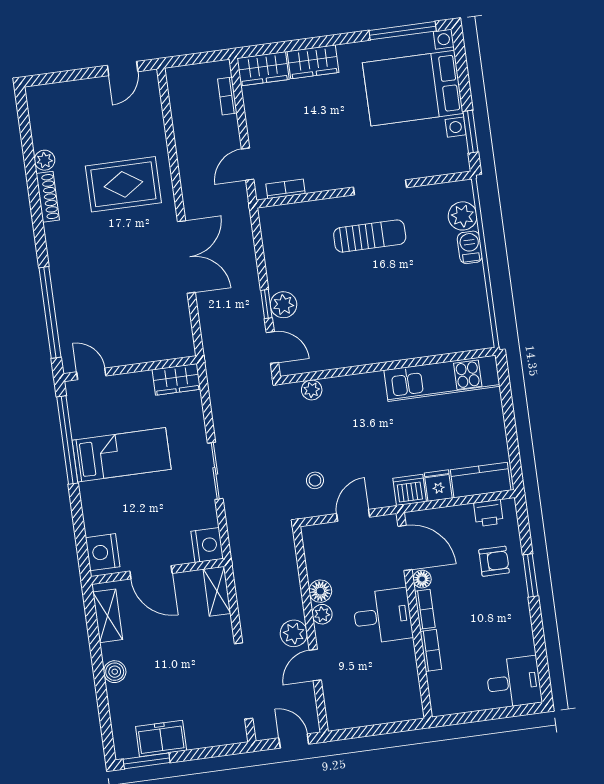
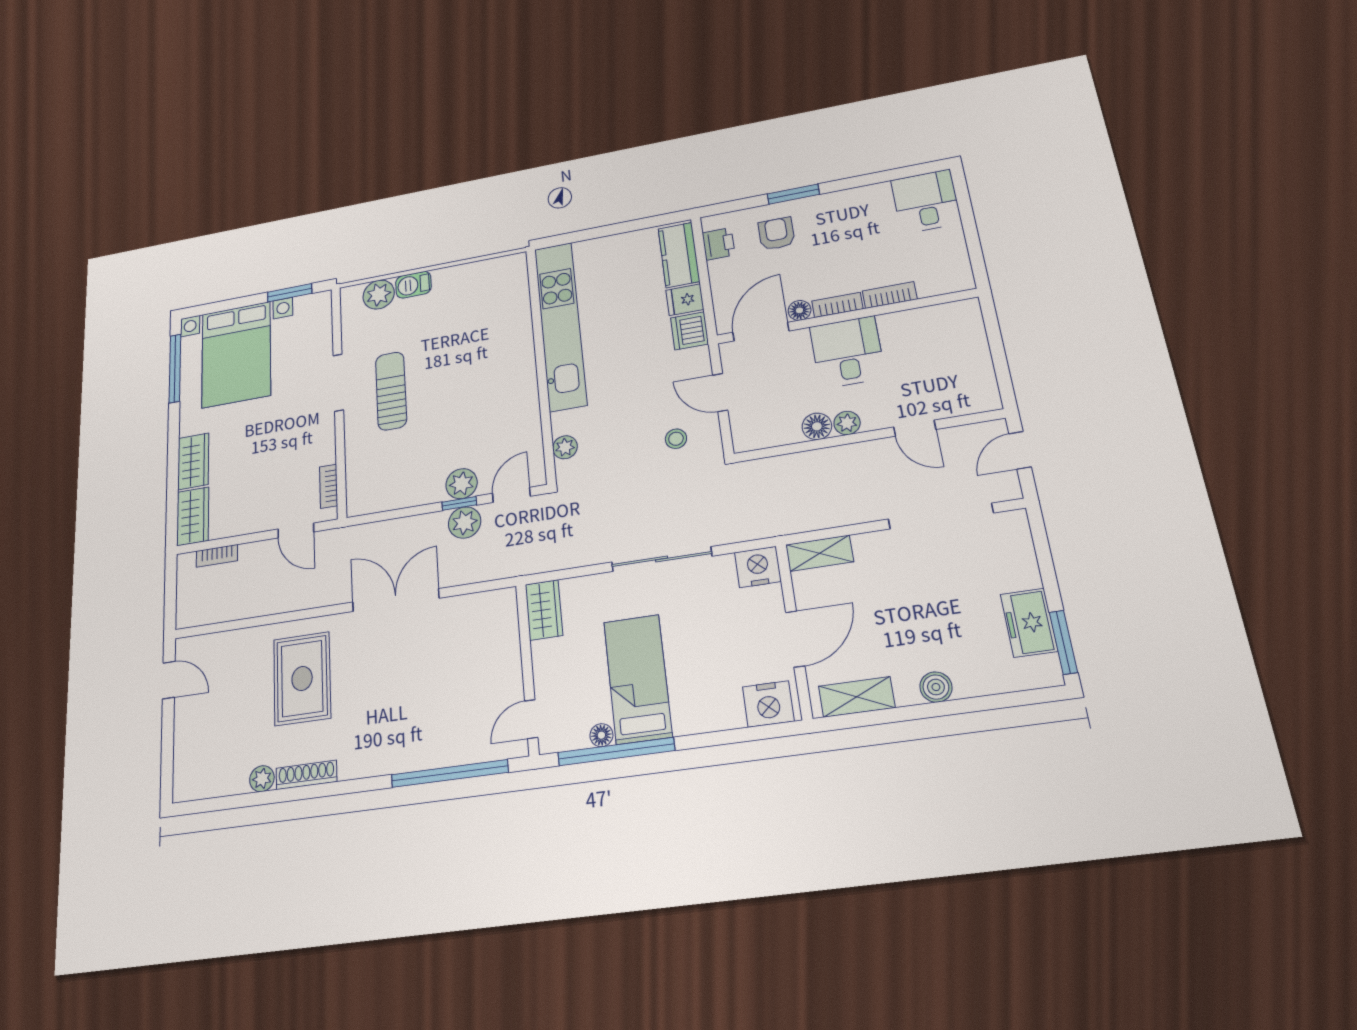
kitchen unit: (442, 378) -> (560, 326), width x1.36
floor lamp: (79, 428) -> (601, 735), added
sliding door: (215, 471) -> (662, 559), width x1.37
plant: (294, 633) -> (465, 523), moved

